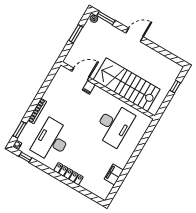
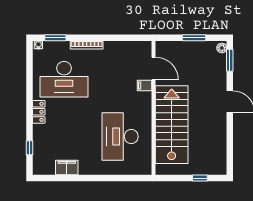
desk: (114, 125) -> (120, 136), turned 90
desk: (52, 141) -> (64, 79), turned 180
window: (25, 157) -> (29, 148), moved
locker: (68, 174) -> (39, 112), width x0.66

